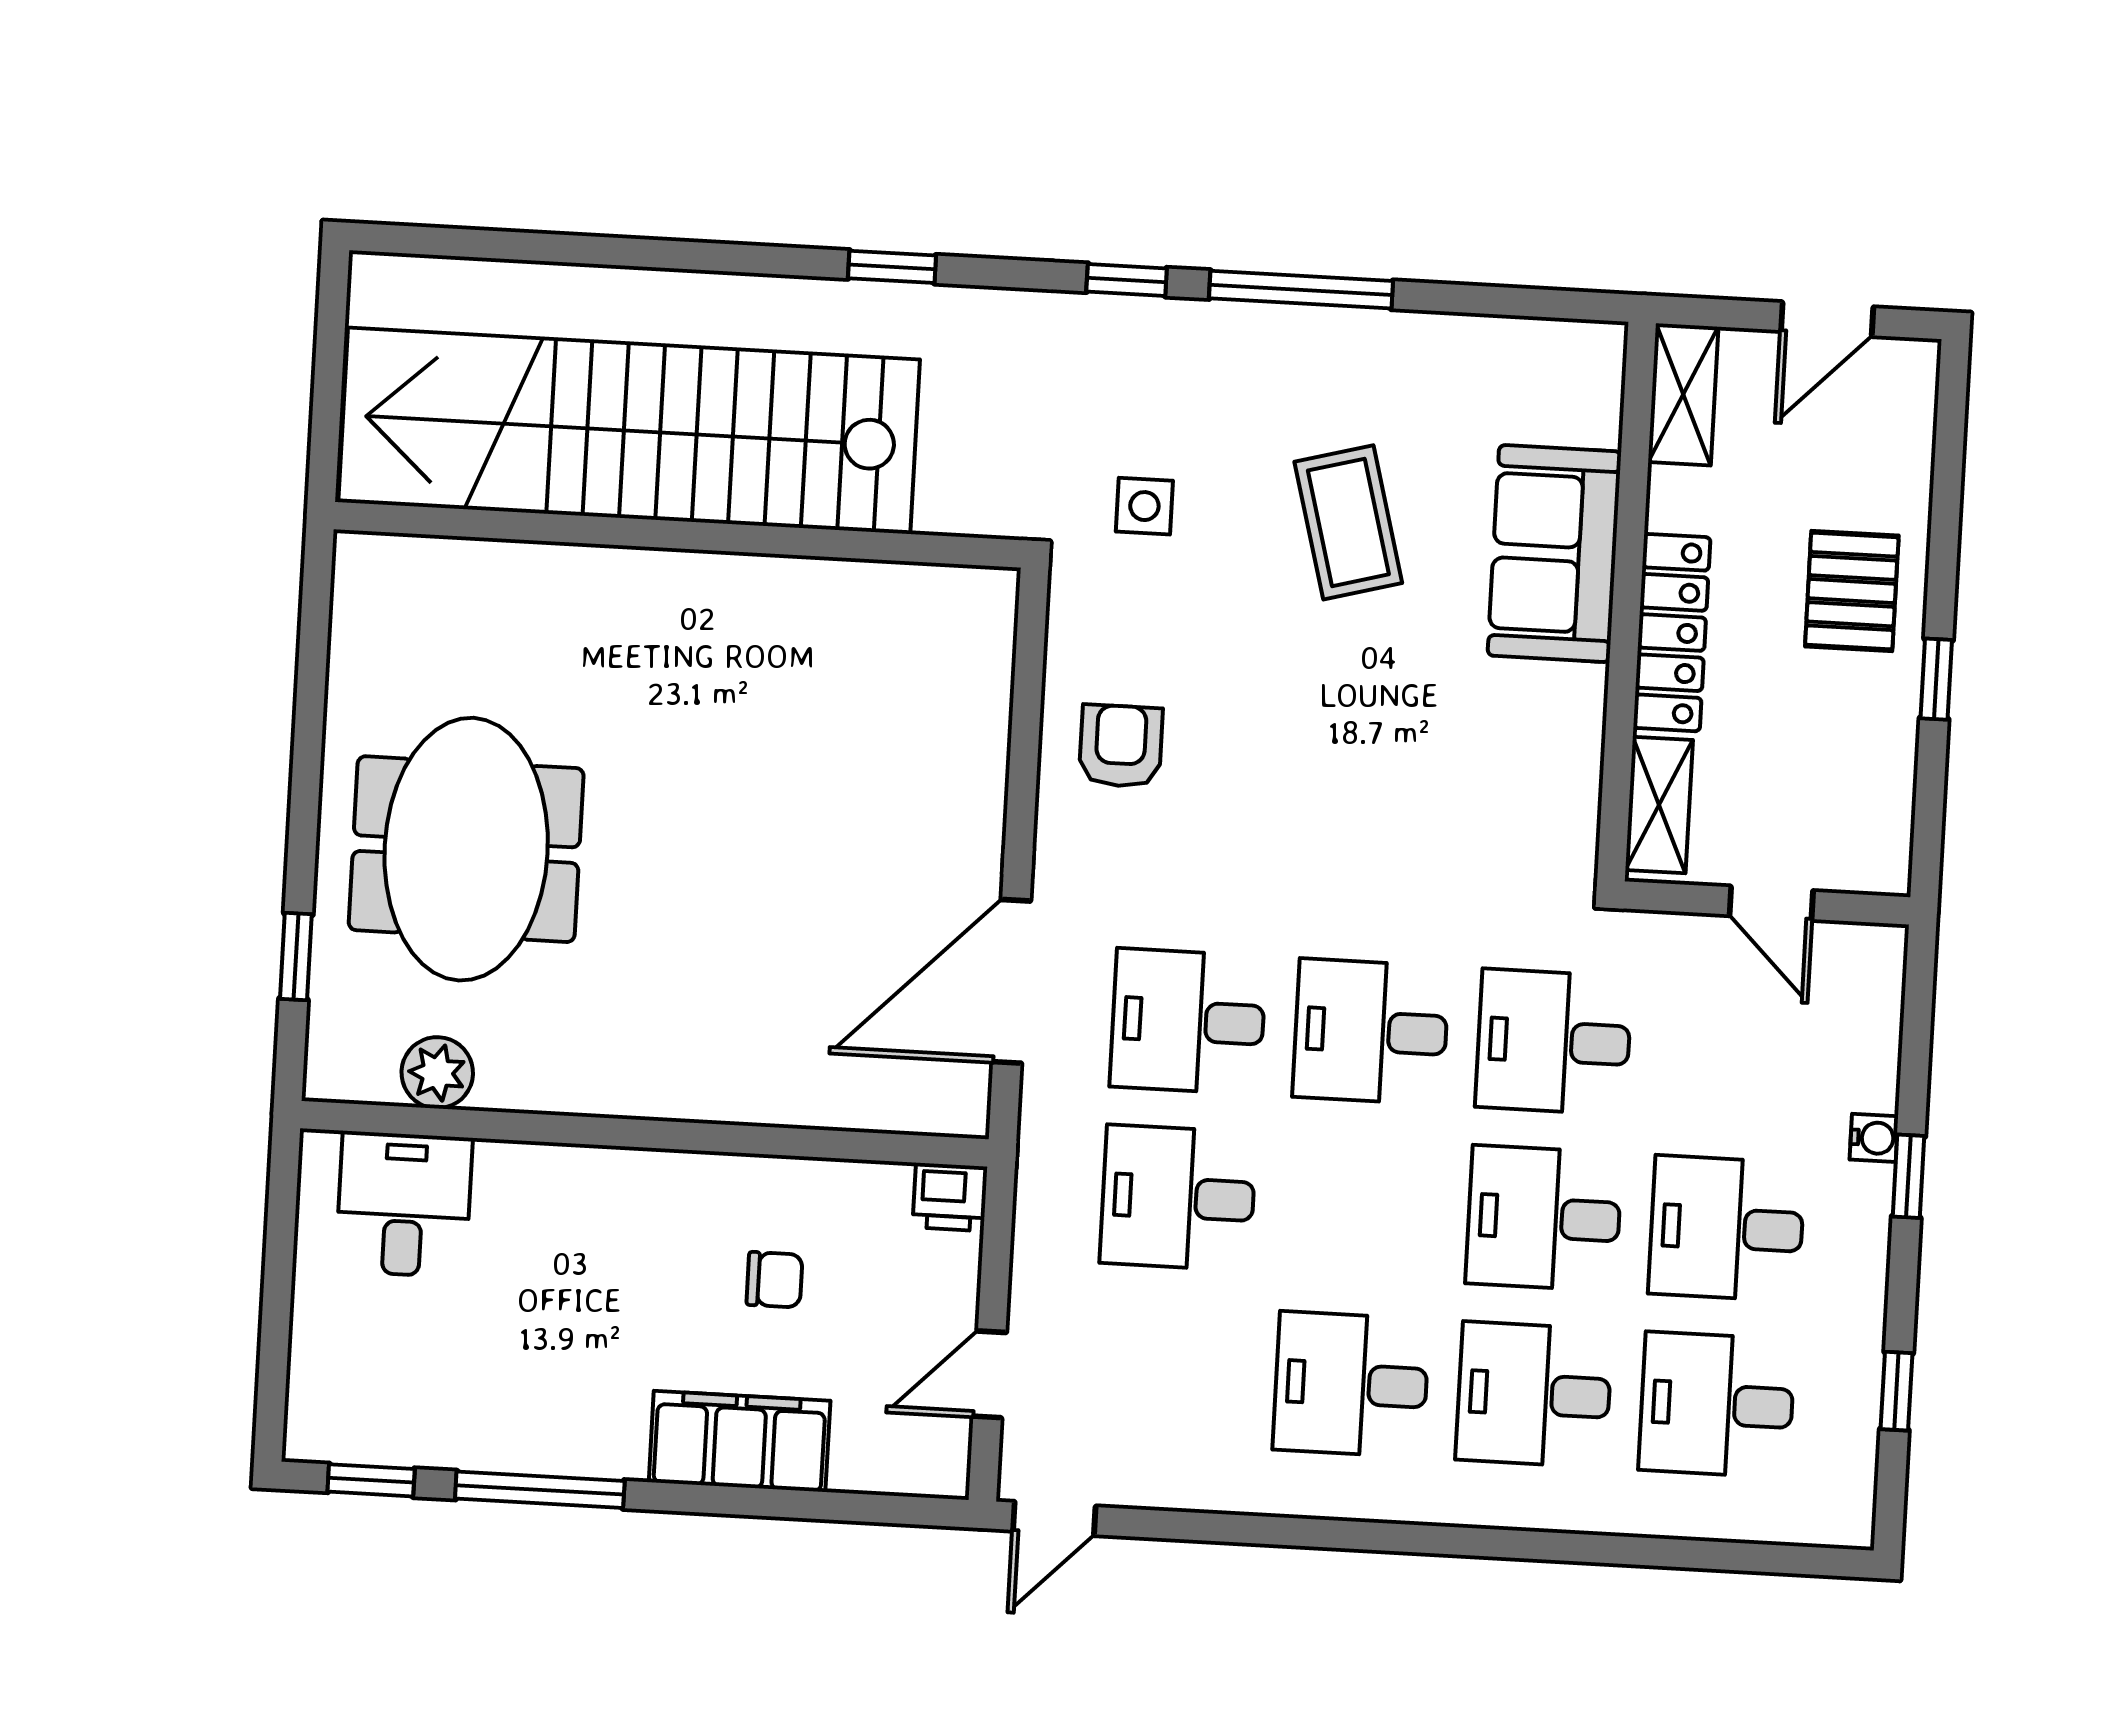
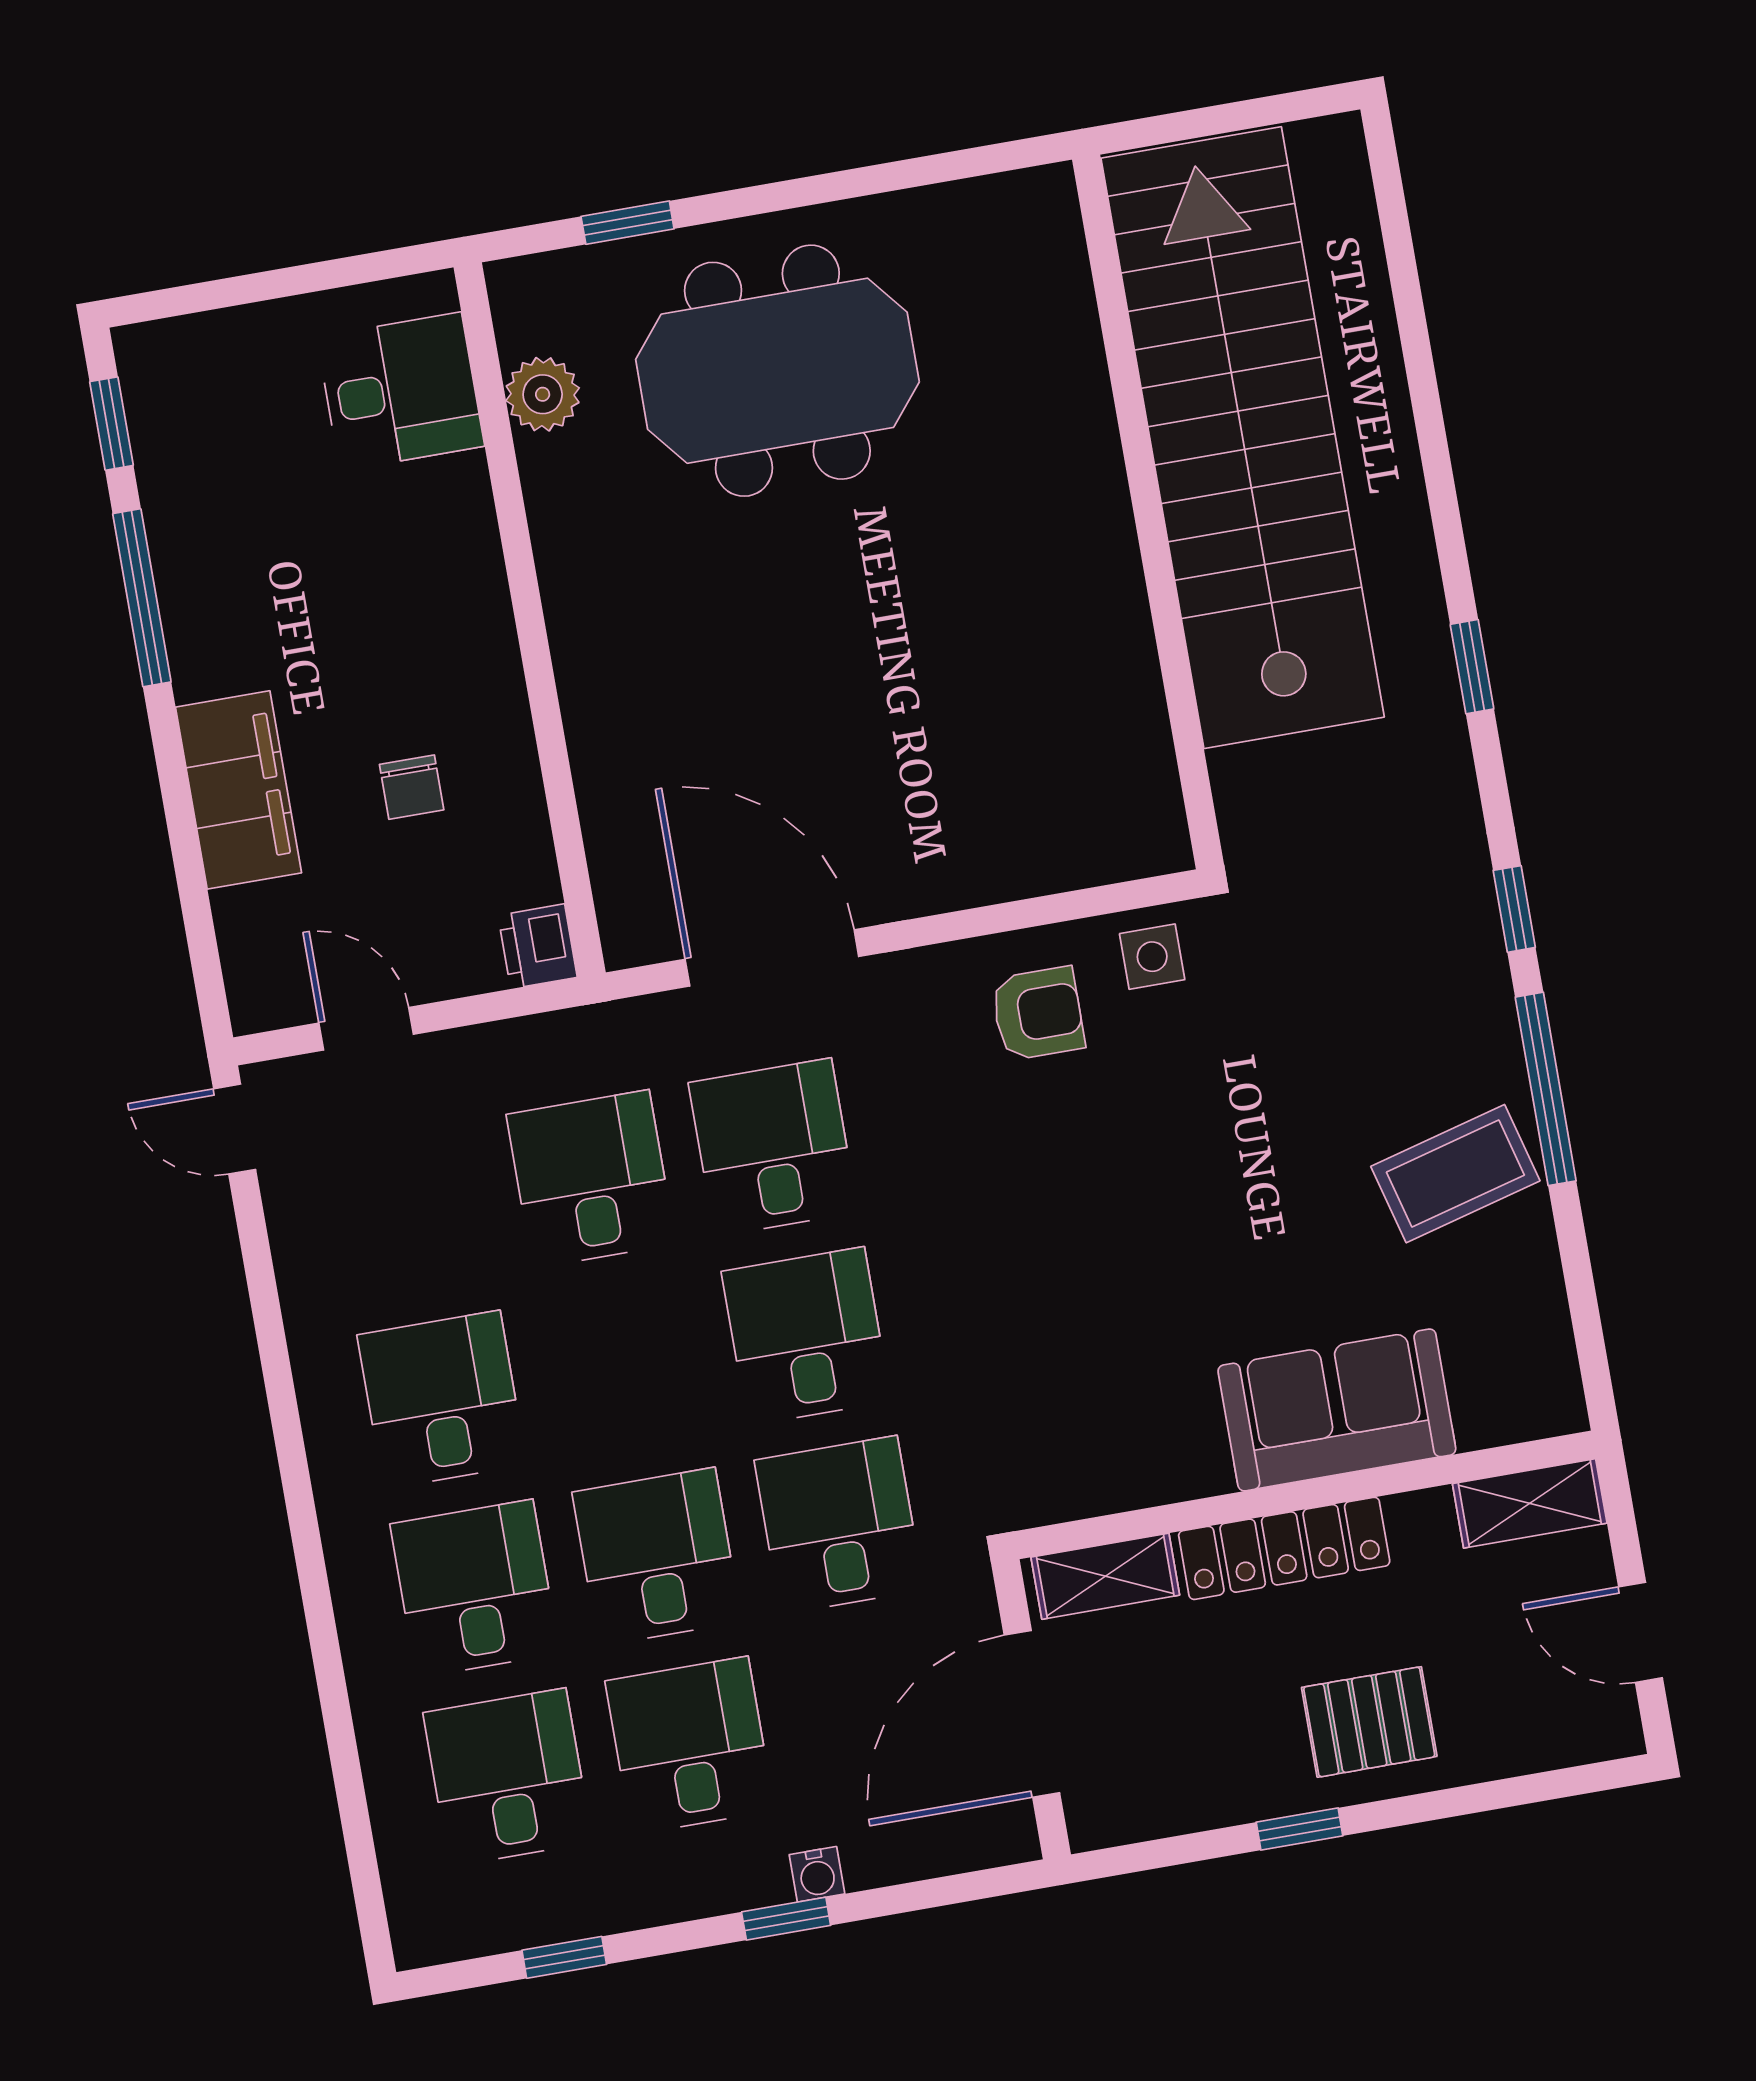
side table: (1144, 506) -> (1152, 957), moved
coffee table: (1348, 522) -> (1455, 1174), moved
door: (1771, 903) -> (1032, 1714), width x1.87

